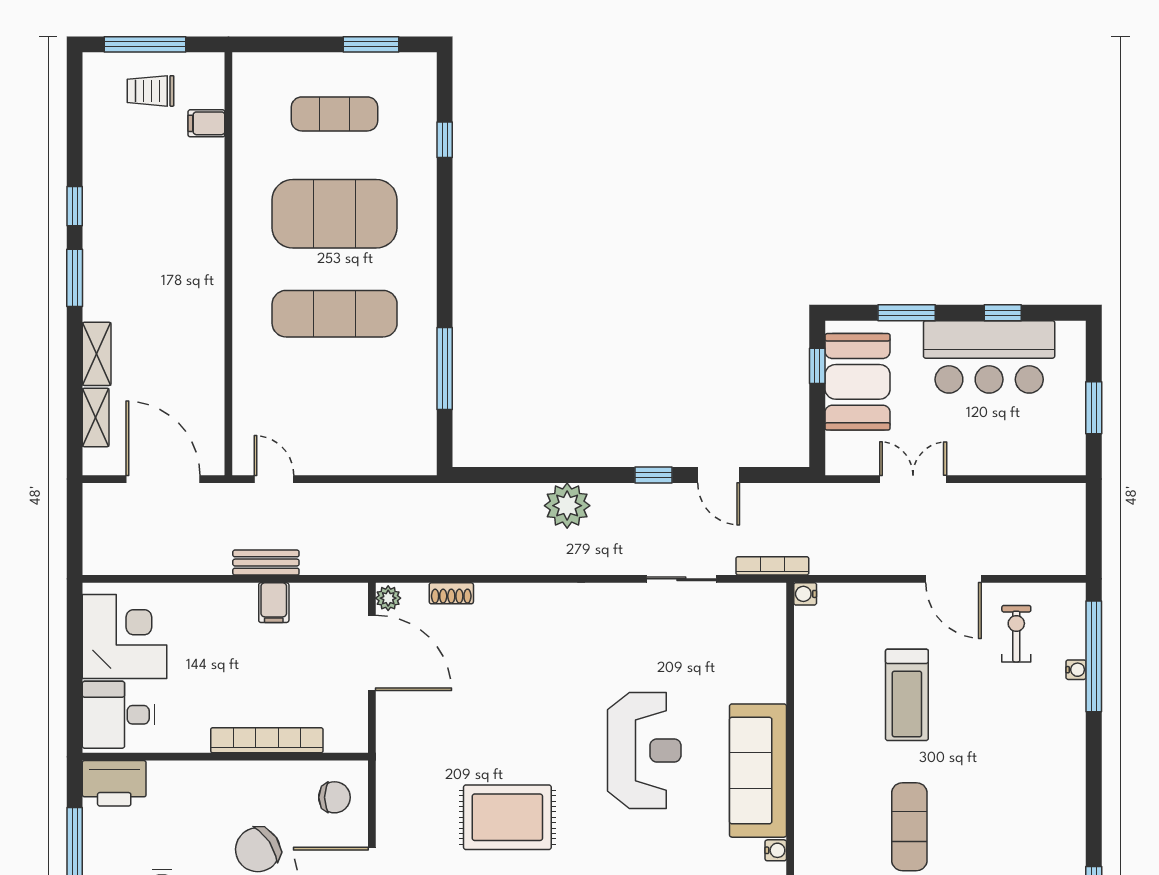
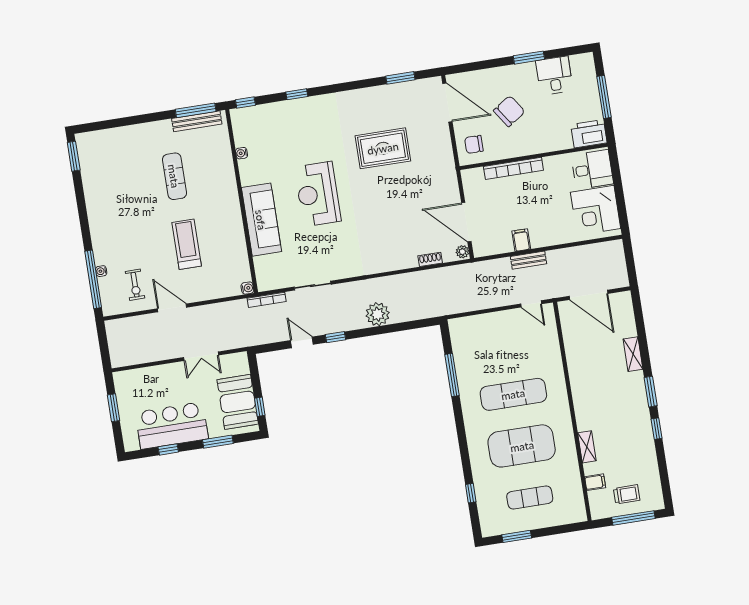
shelving: (96, 417) -> (587, 447), moved
sofa: (758, 771) -> (261, 220), moved

